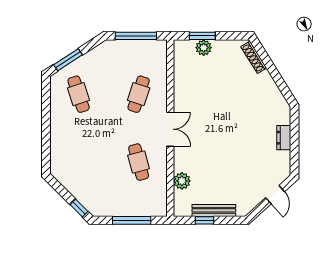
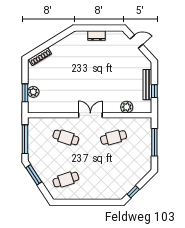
window: (68, 60) -> (34, 175), moved
window: (79, 208) -> (133, 192), moved

